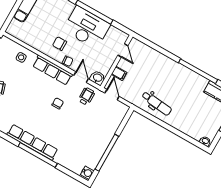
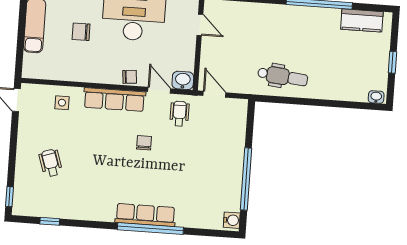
chair: (60, 44) -> (81, 32), moved
filing cabinet: (119, 73) -> (210, 60), removed
row of seats: (32, 142) -> (145, 215), width x0.73

